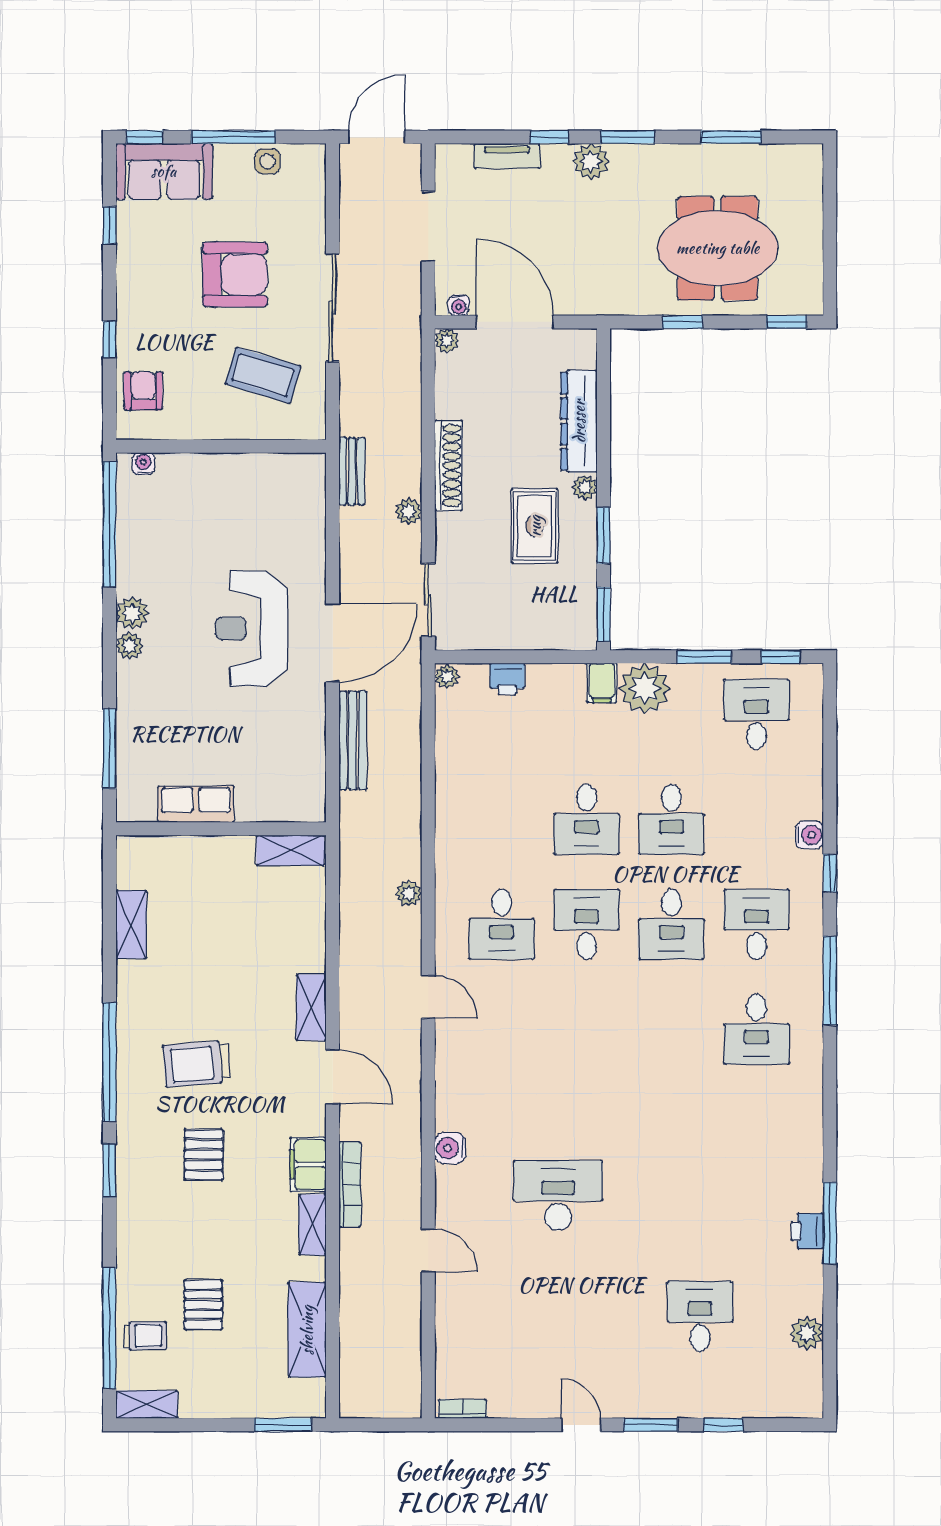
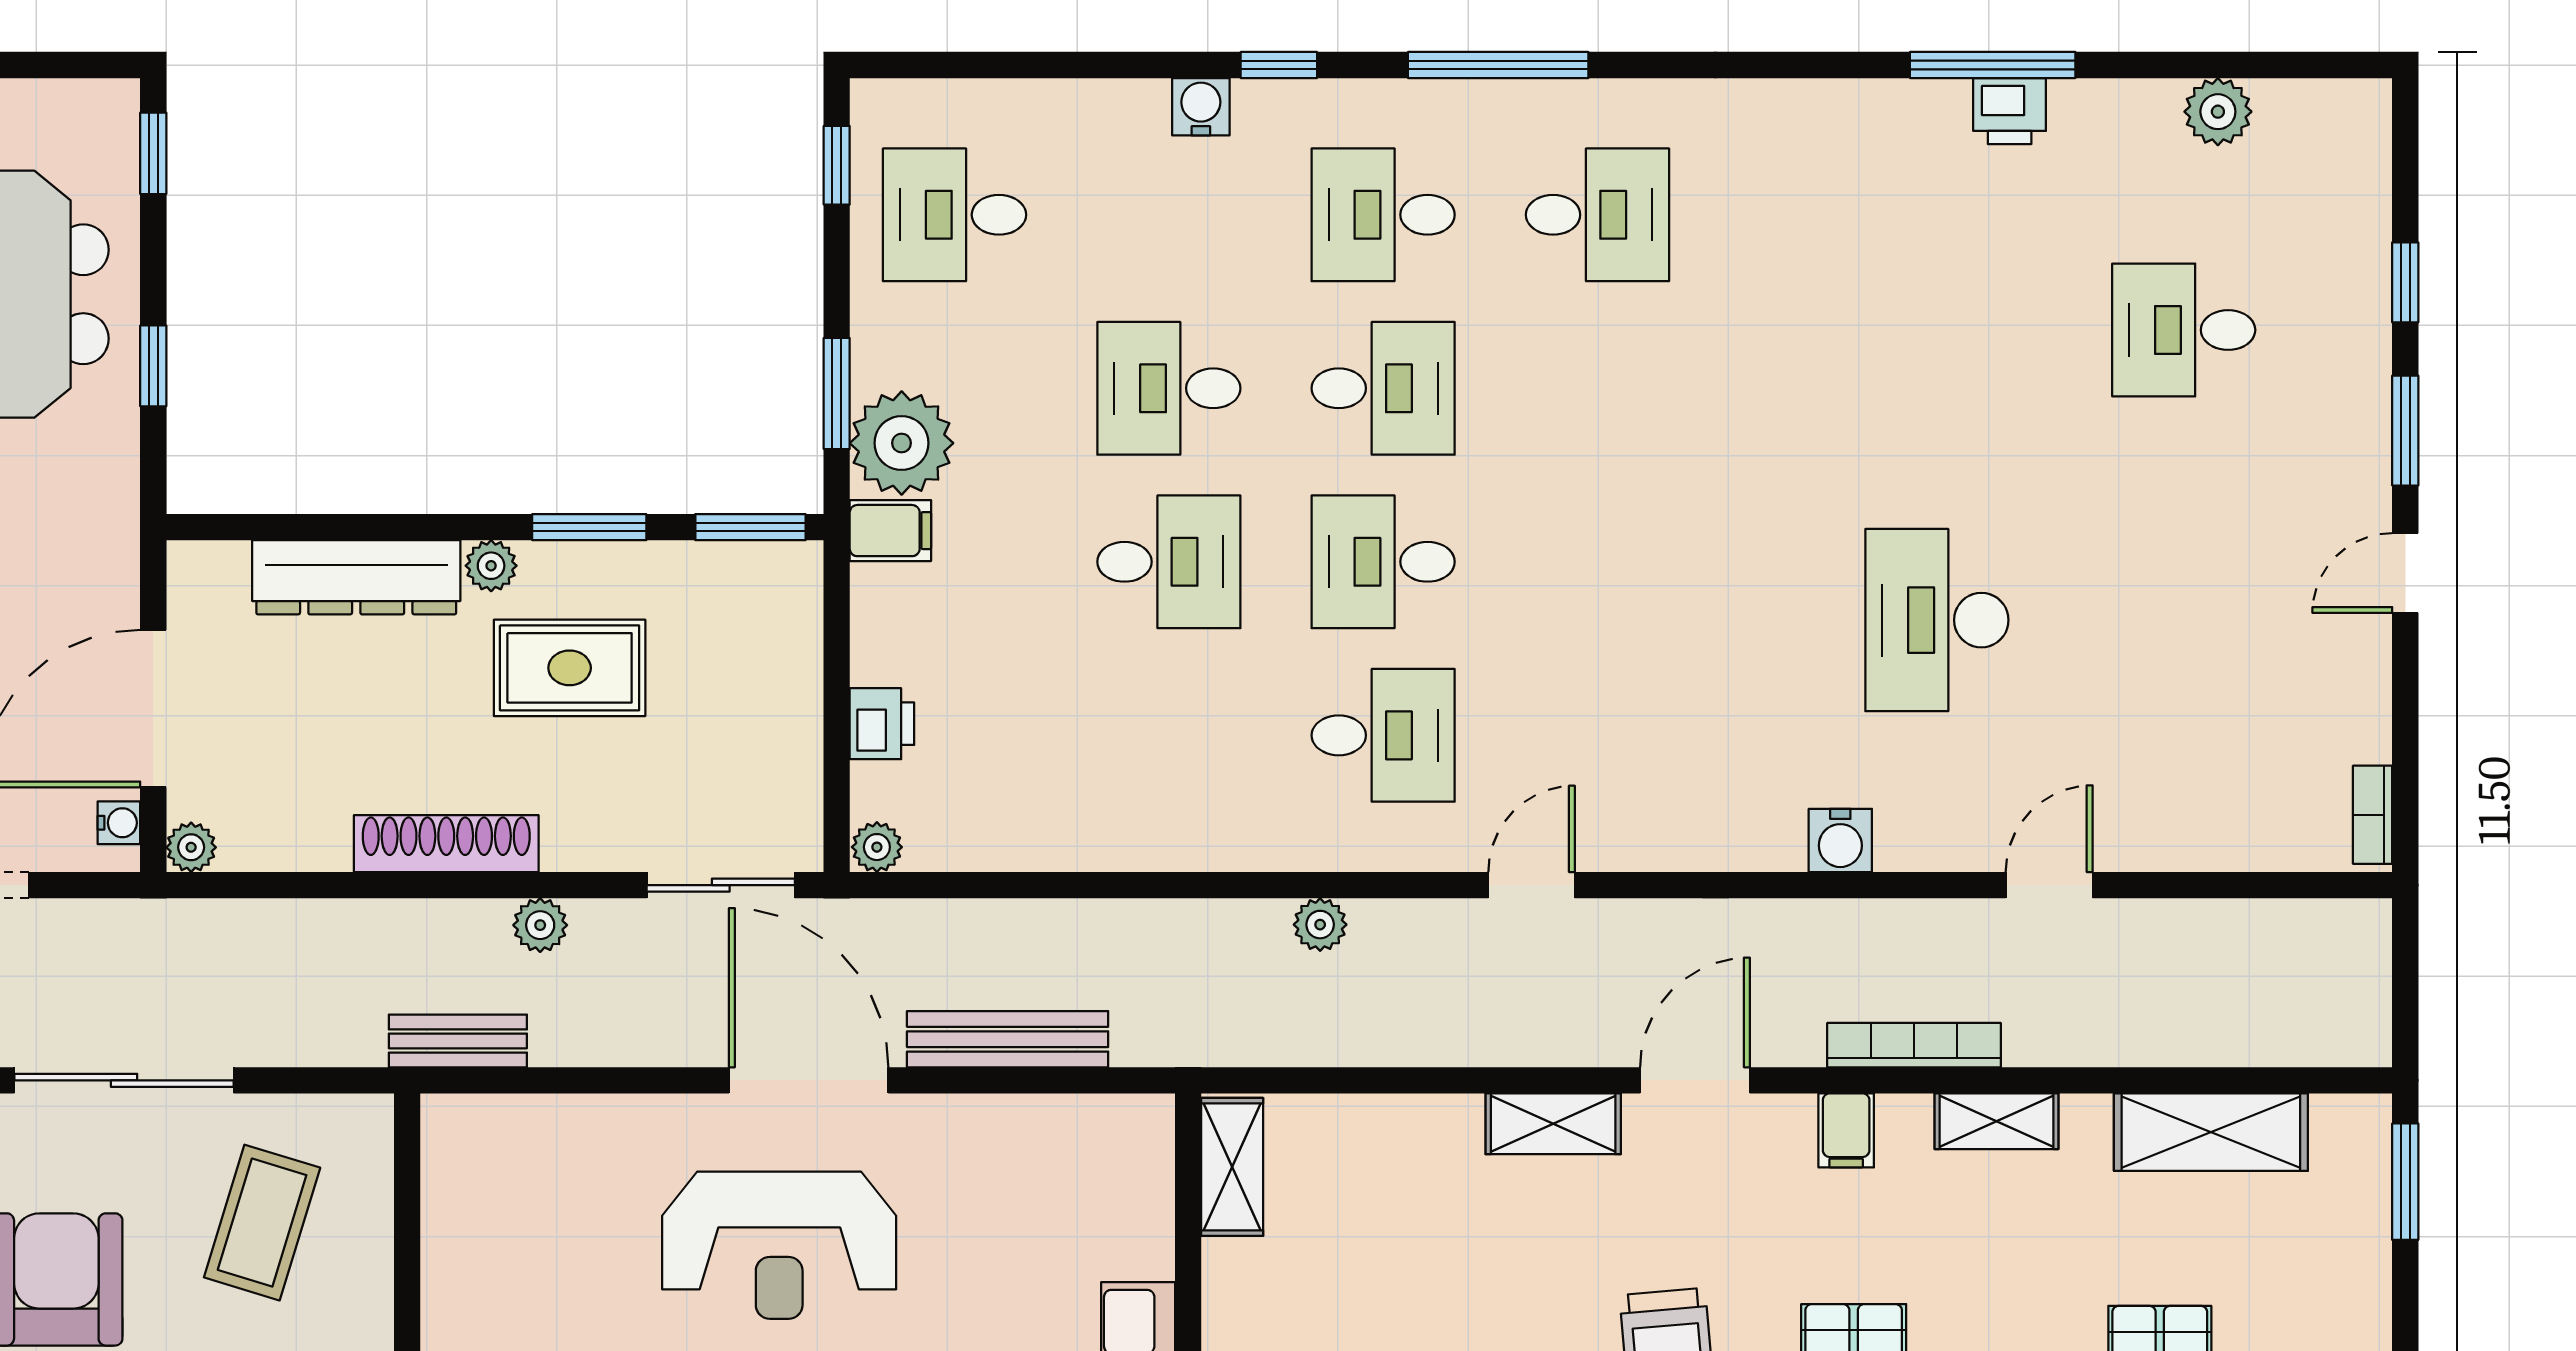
window: (704, 657) -> (837, 393), moved
desk: (671, 819) -> (1169, 388), turned 180
filing cabinet: (308, 1165) -> (1846, 1130), width x0.50

